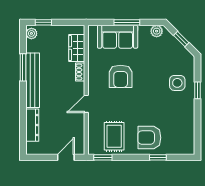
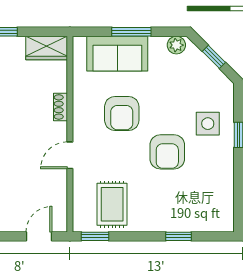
wardrobe: (77, 48) -> (47, 48), moved, turned -90
armchair: (149, 138) -> (167, 152), moved, turned -90

